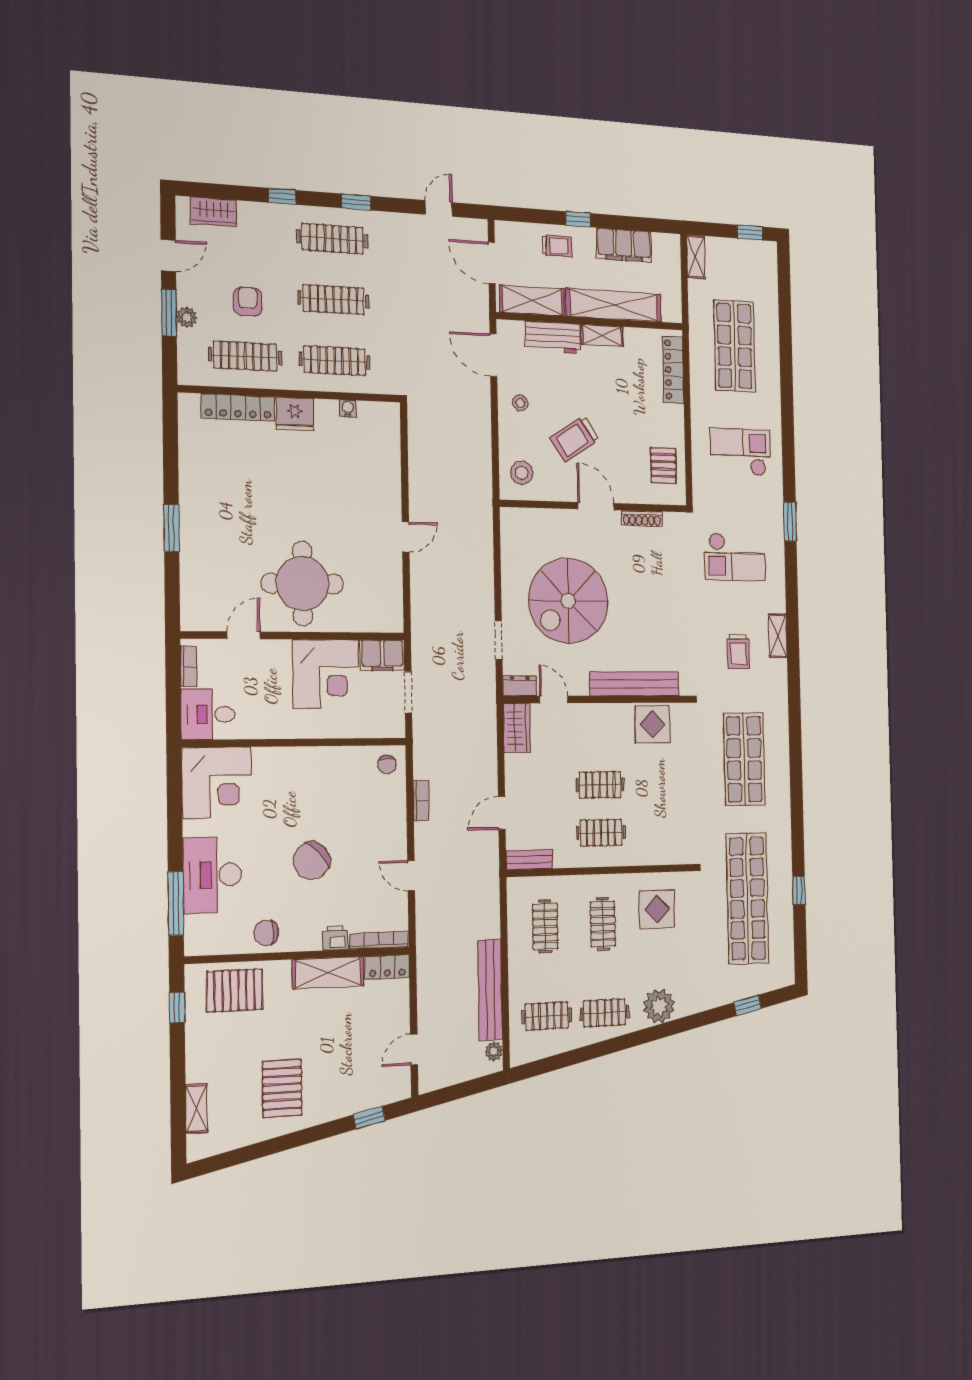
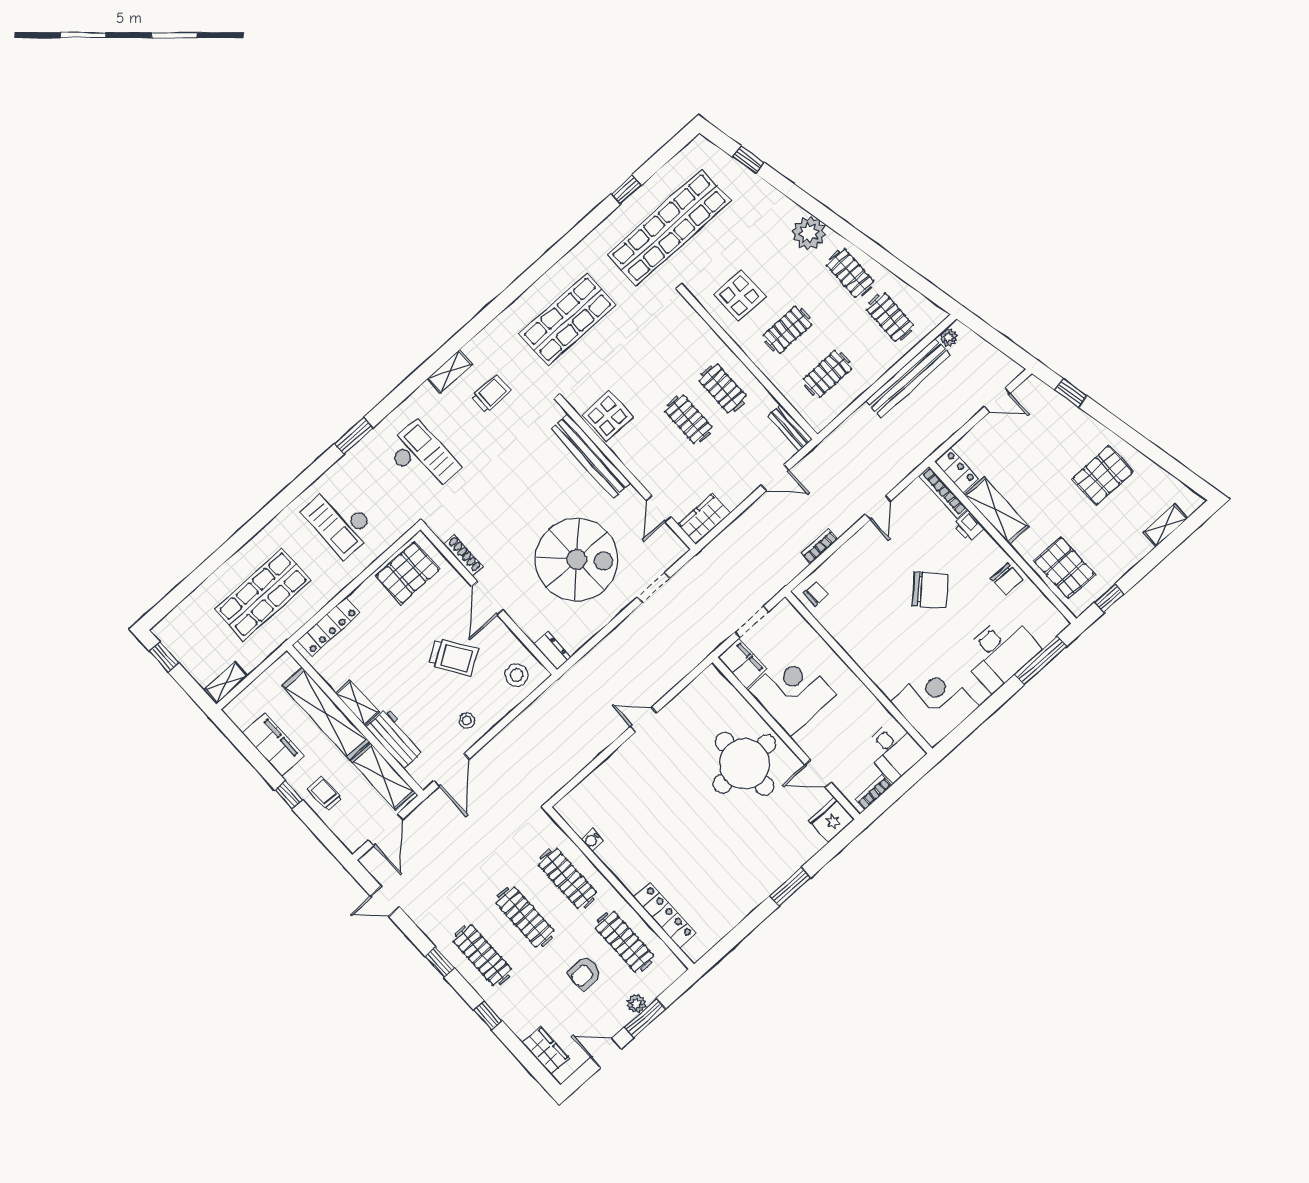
fridge: (295, 414) -> (832, 820), moved, turned -90
pallet: (663, 465) -> (408, 573), width x1.50, depth x1.42
dresser: (520, 686) -> (553, 651), moved, turned 180

